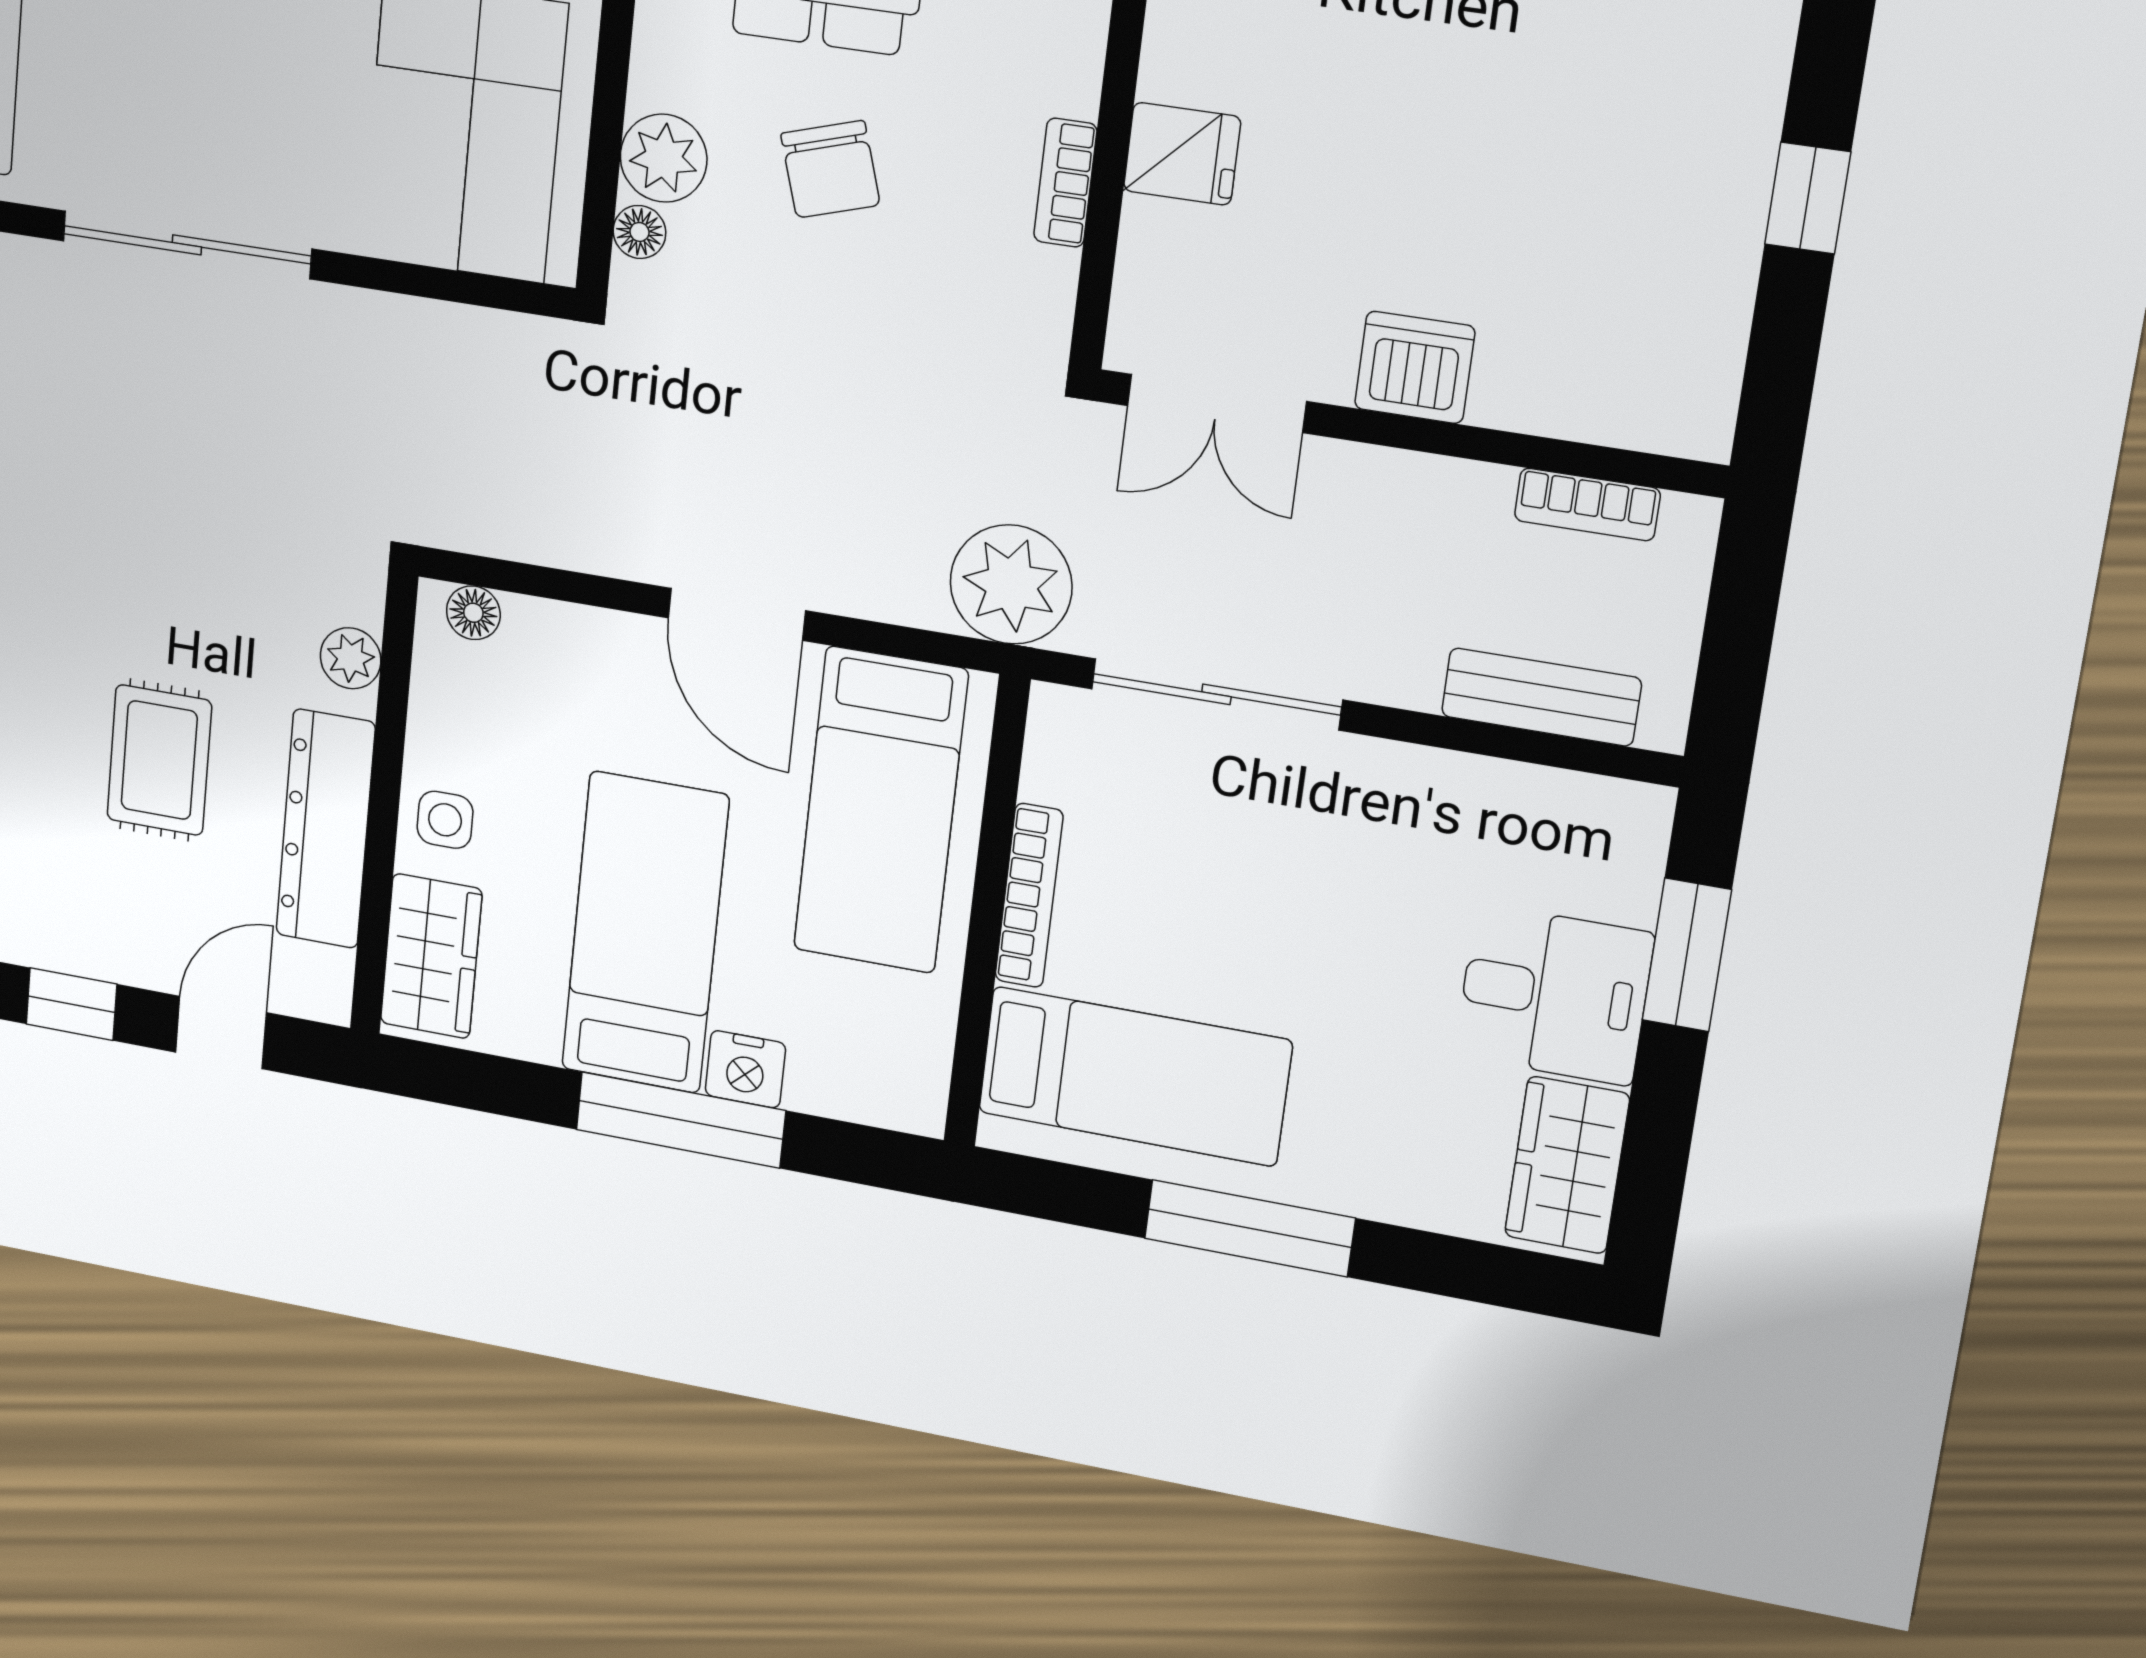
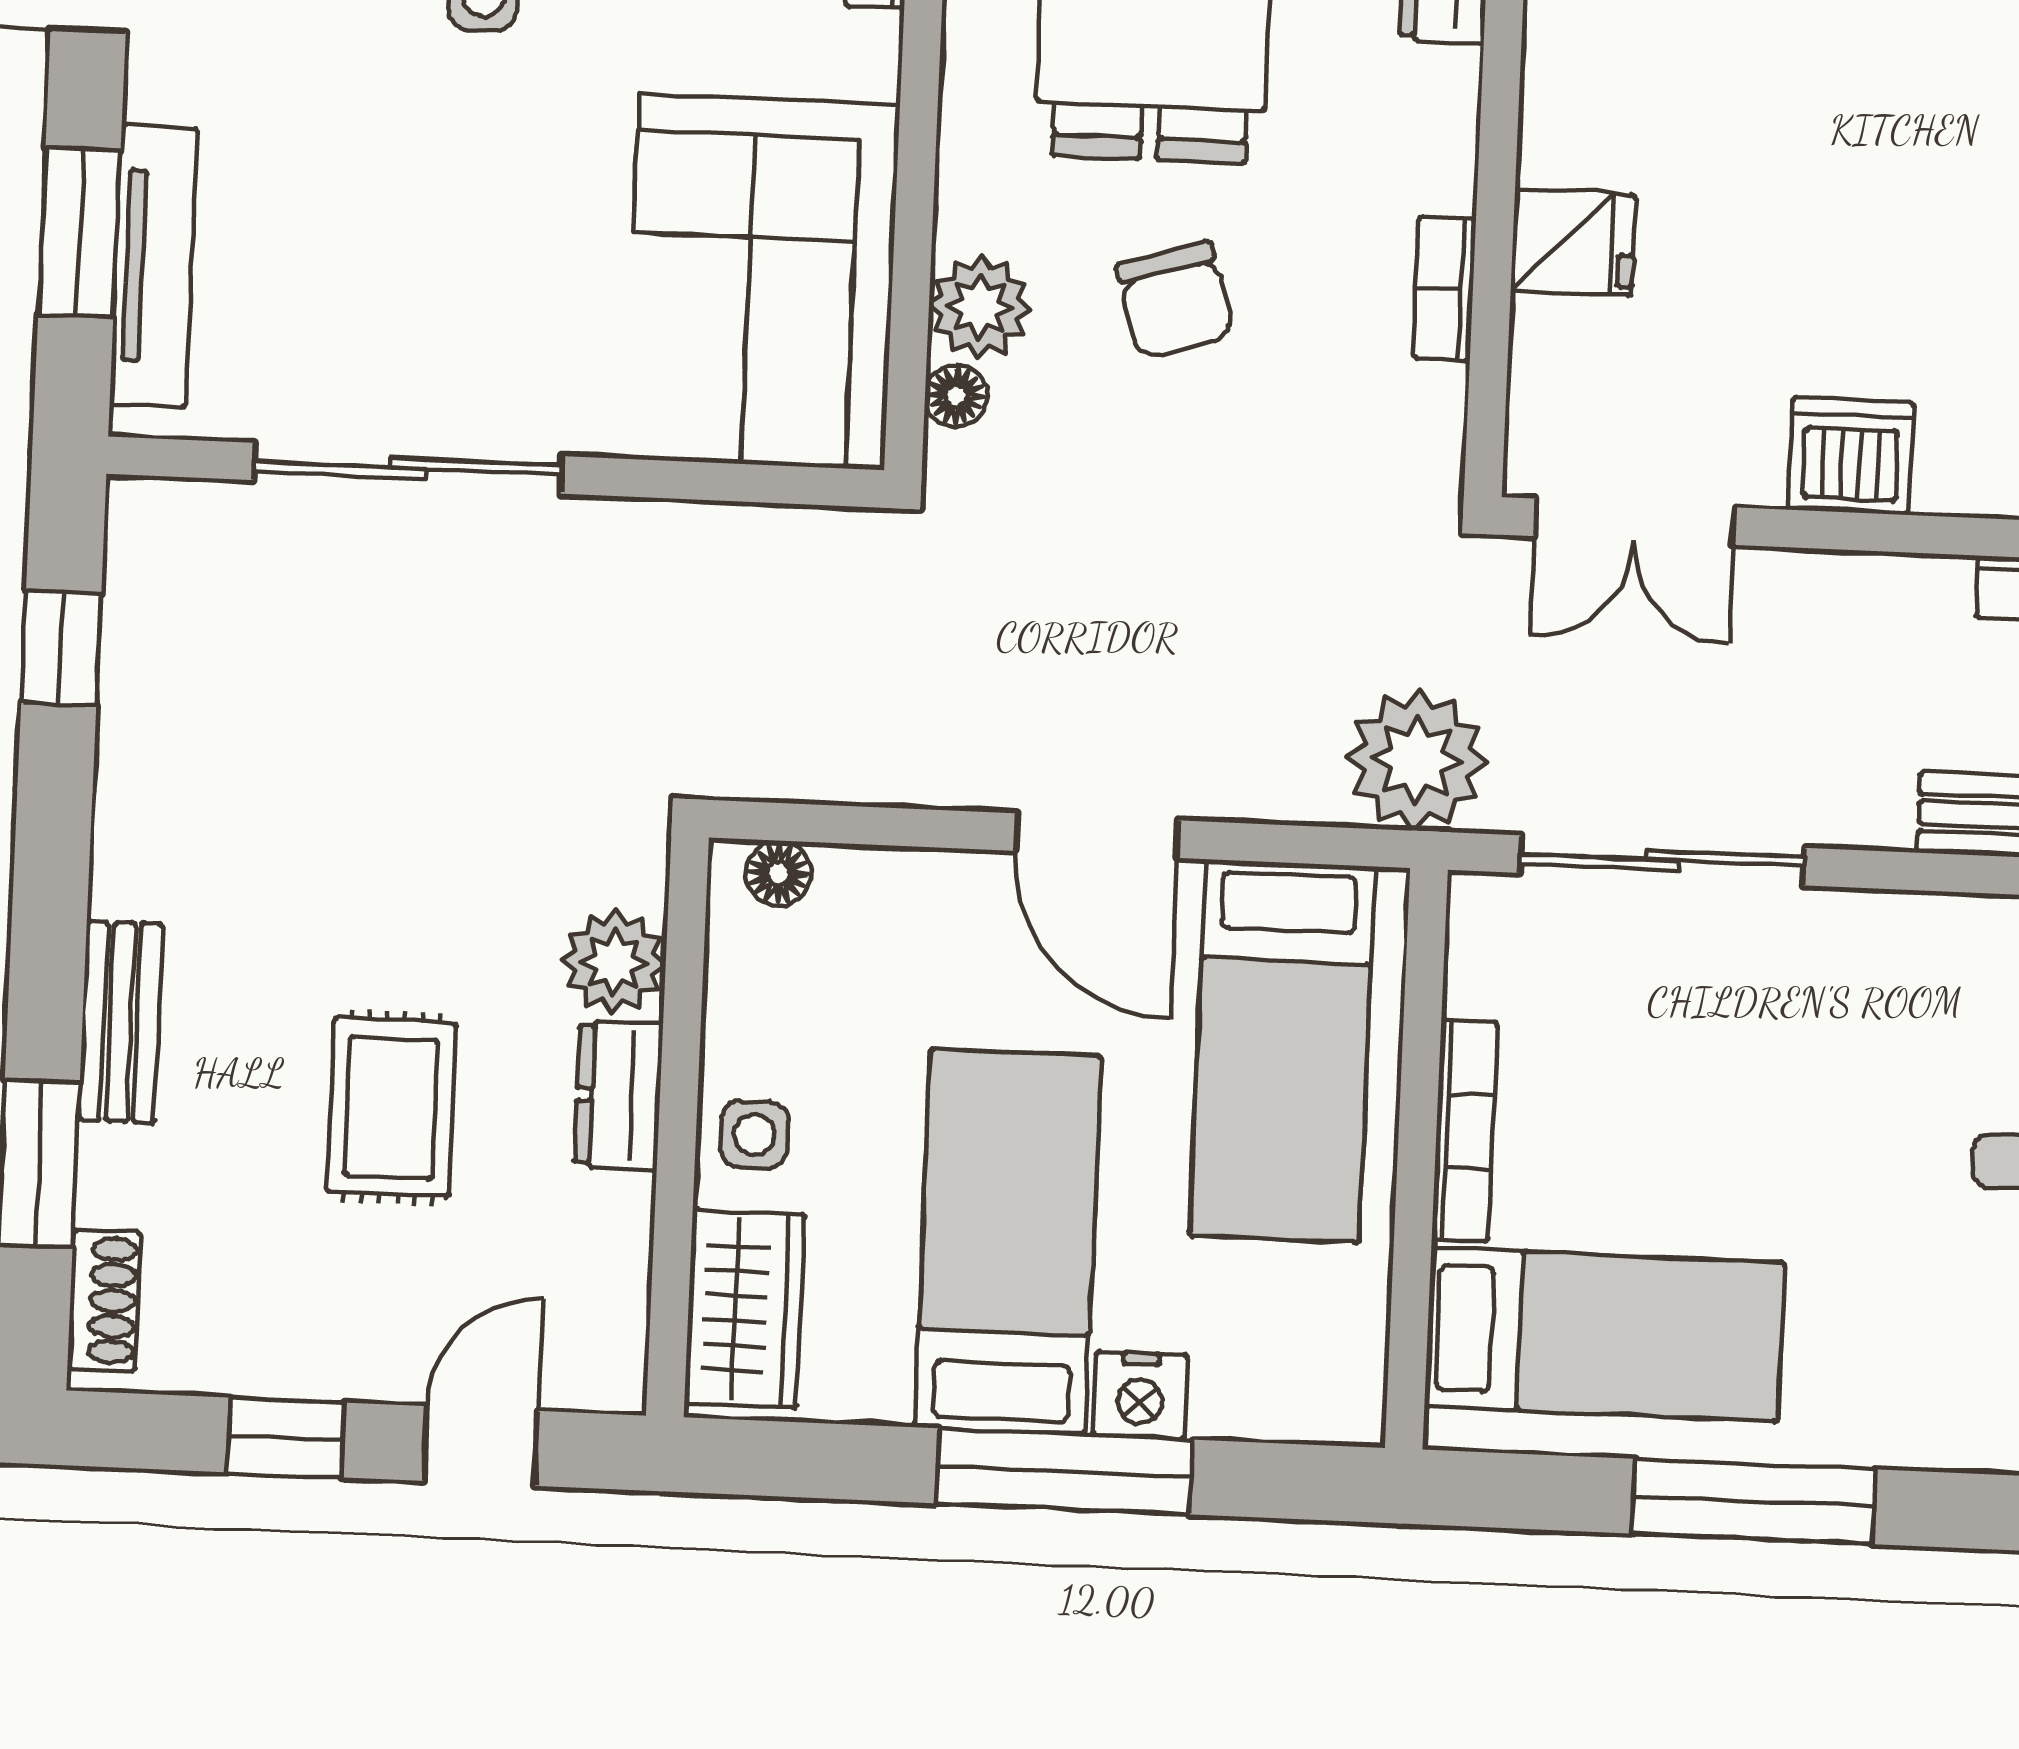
plant: (351, 658) -> (614, 962), width x1.38, depth x1.38
dresser: (326, 829) -> (619, 1096), width x0.51, depth x0.80

